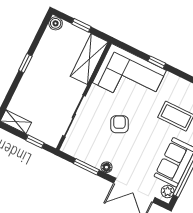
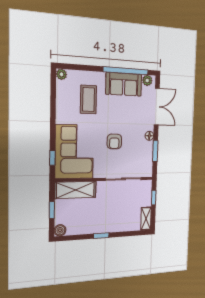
window: (157, 62) -> (52, 158), moved
armchair: (119, 124) -> (114, 141), turned -64

